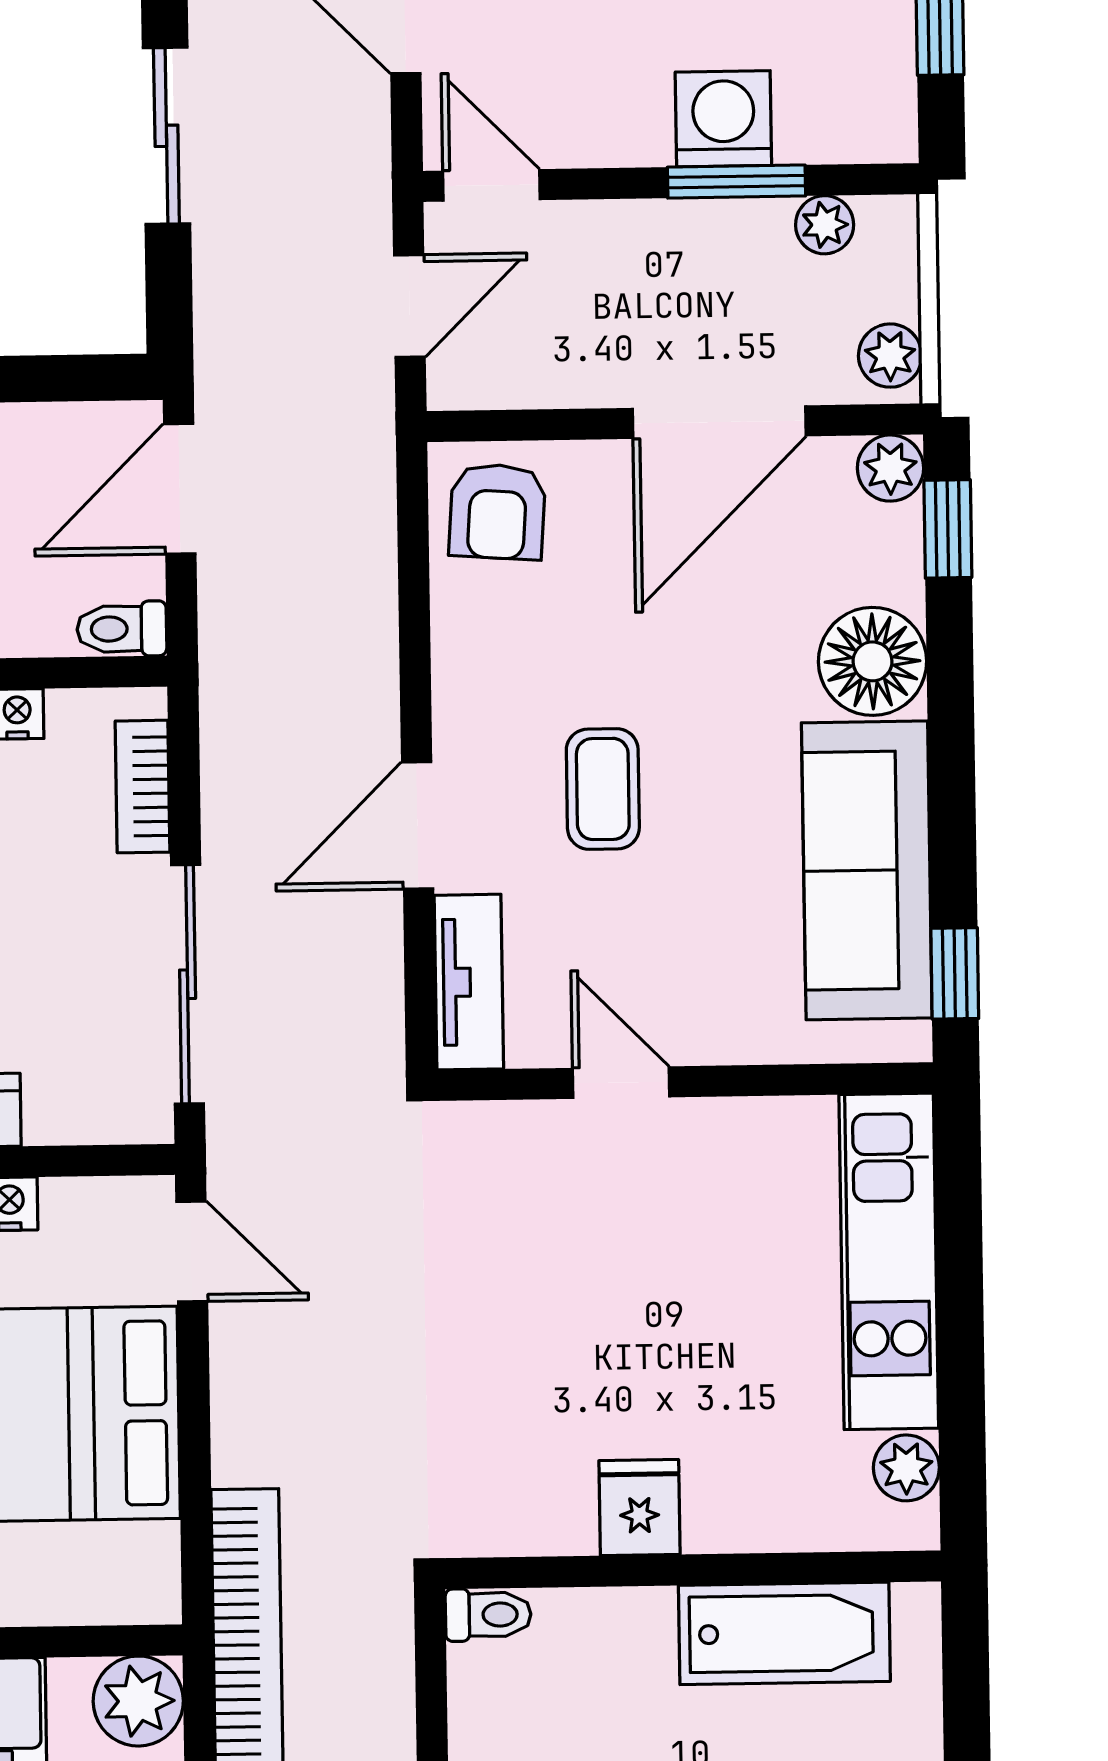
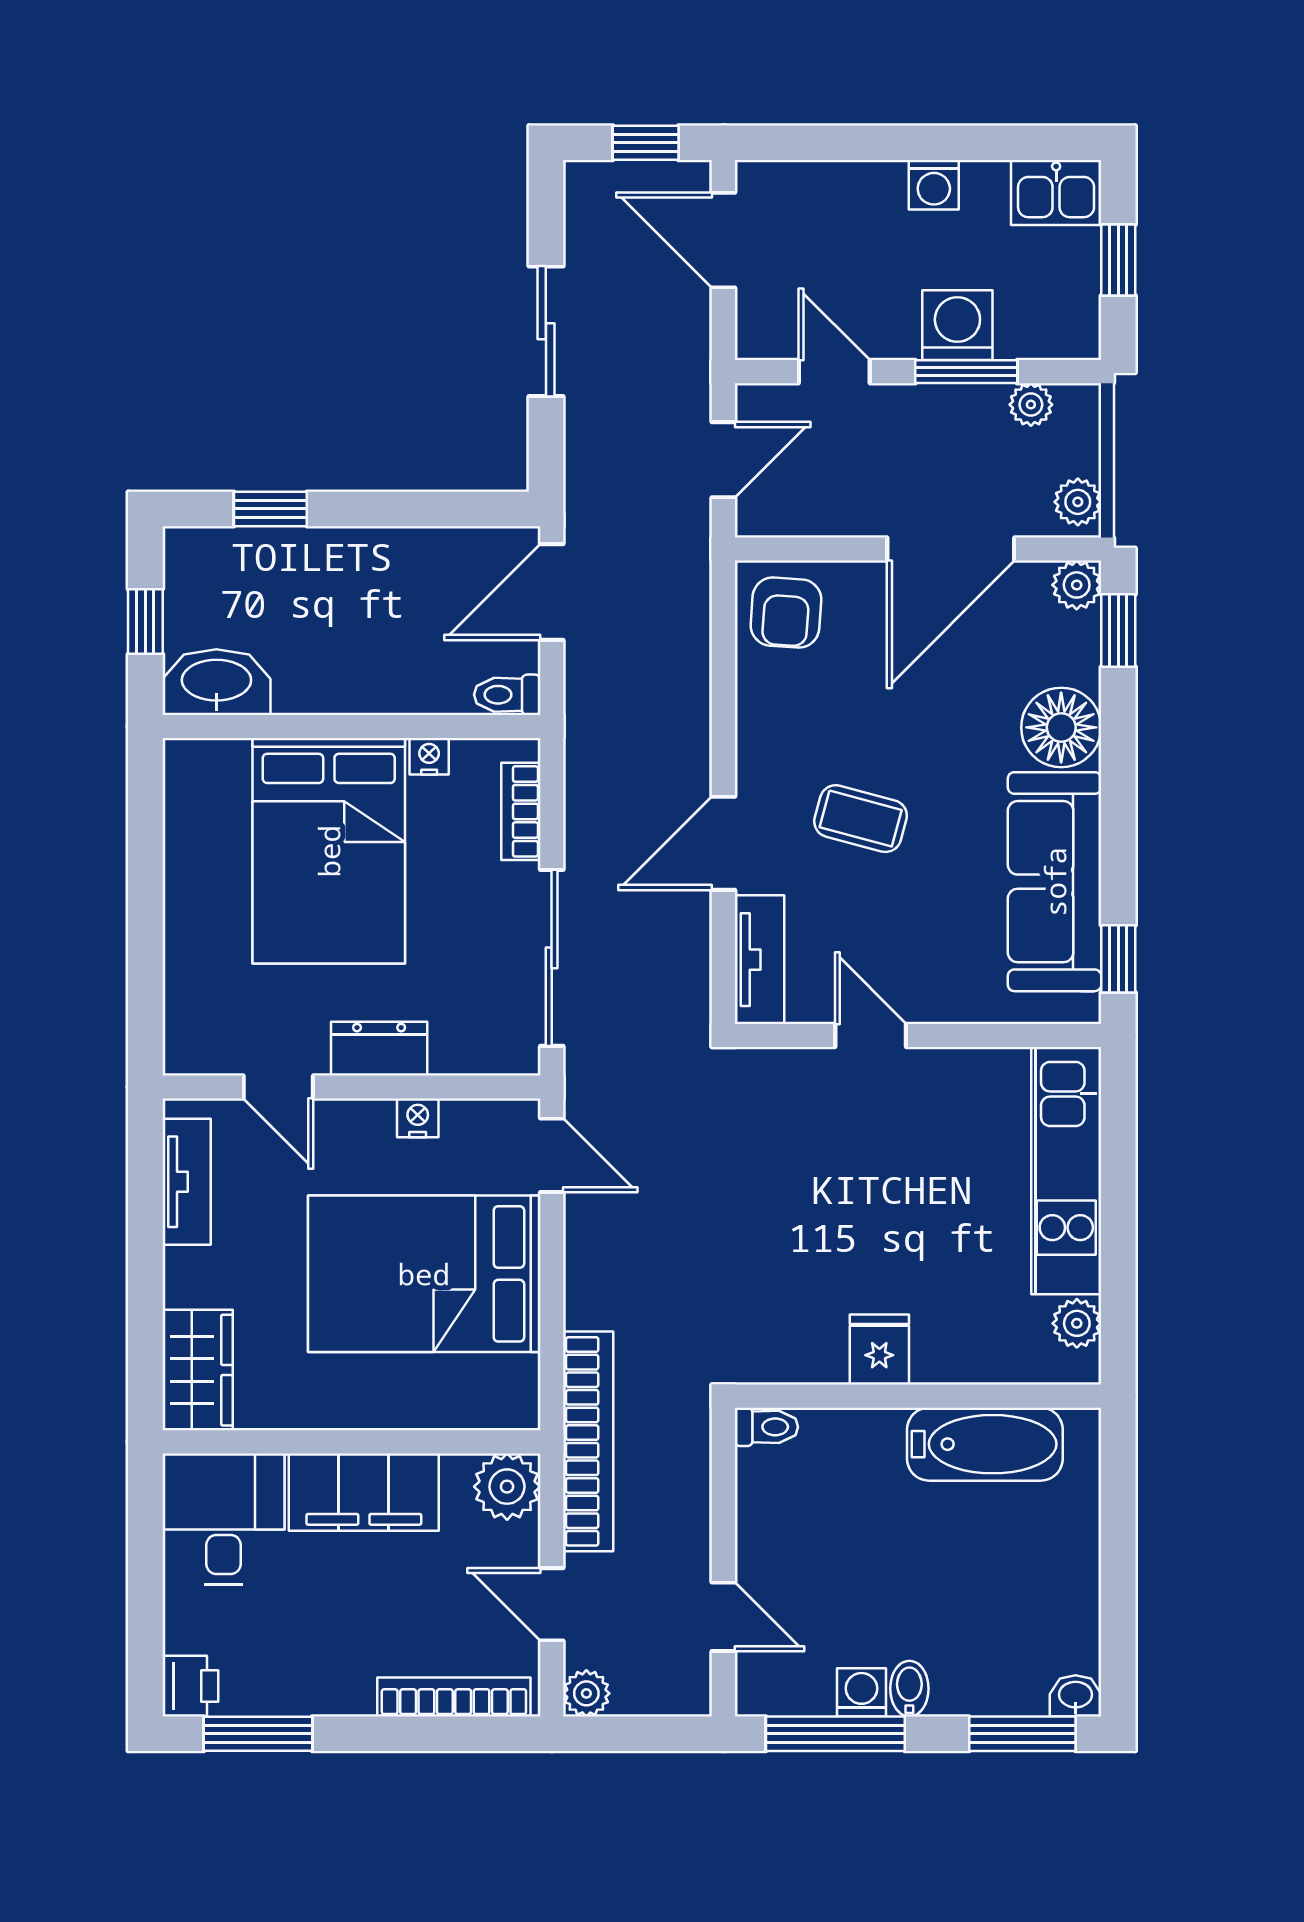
door: (491, 185) -> (834, 372), moved
coffee table: (603, 789) -> (861, 819), turned -75

